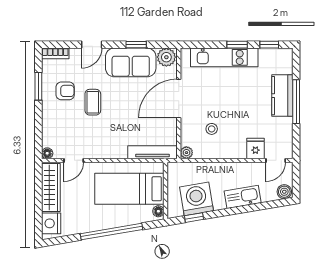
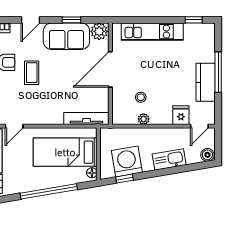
window: (237, 45) -> (164, 20), removed
kitchen counter: (282, 96) -> (206, 82), moved
plant: (186, 153) -> (144, 119), moved

